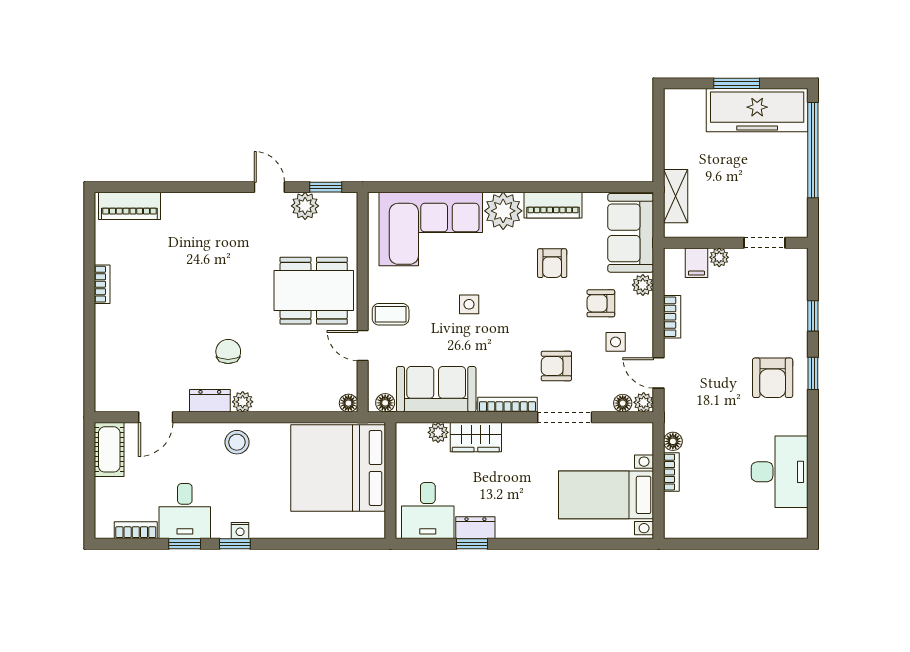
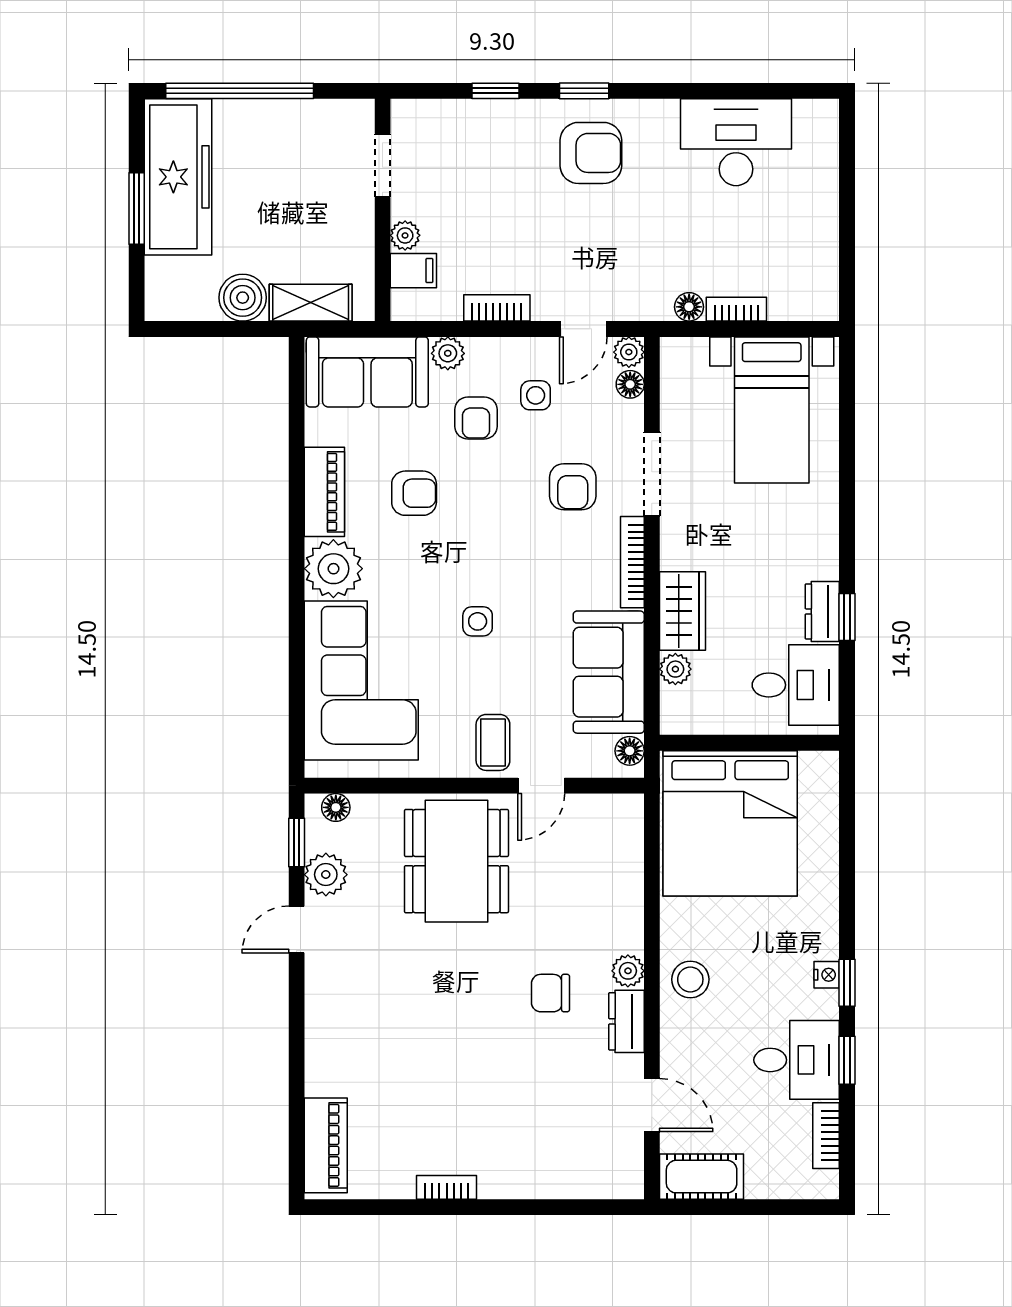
boiler: (679, 152) -> (243, 298), added
floor lamp: (348, 403) -> (336, 807), moved

